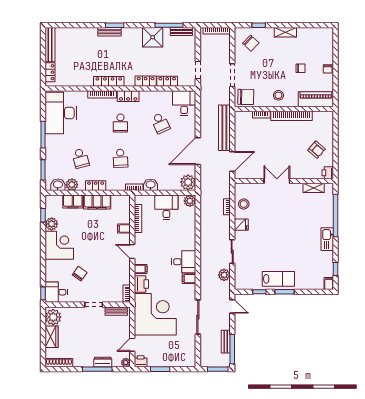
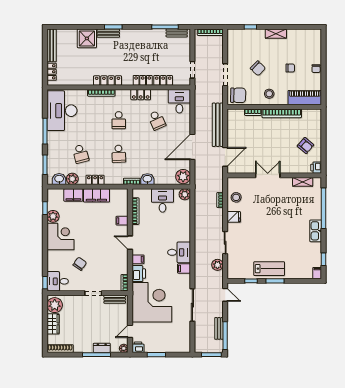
shower: (153, 37) -> (87, 38), moved
chair: (251, 43) -> (258, 68), moved
locker: (128, 96) -> (141, 95), moved

